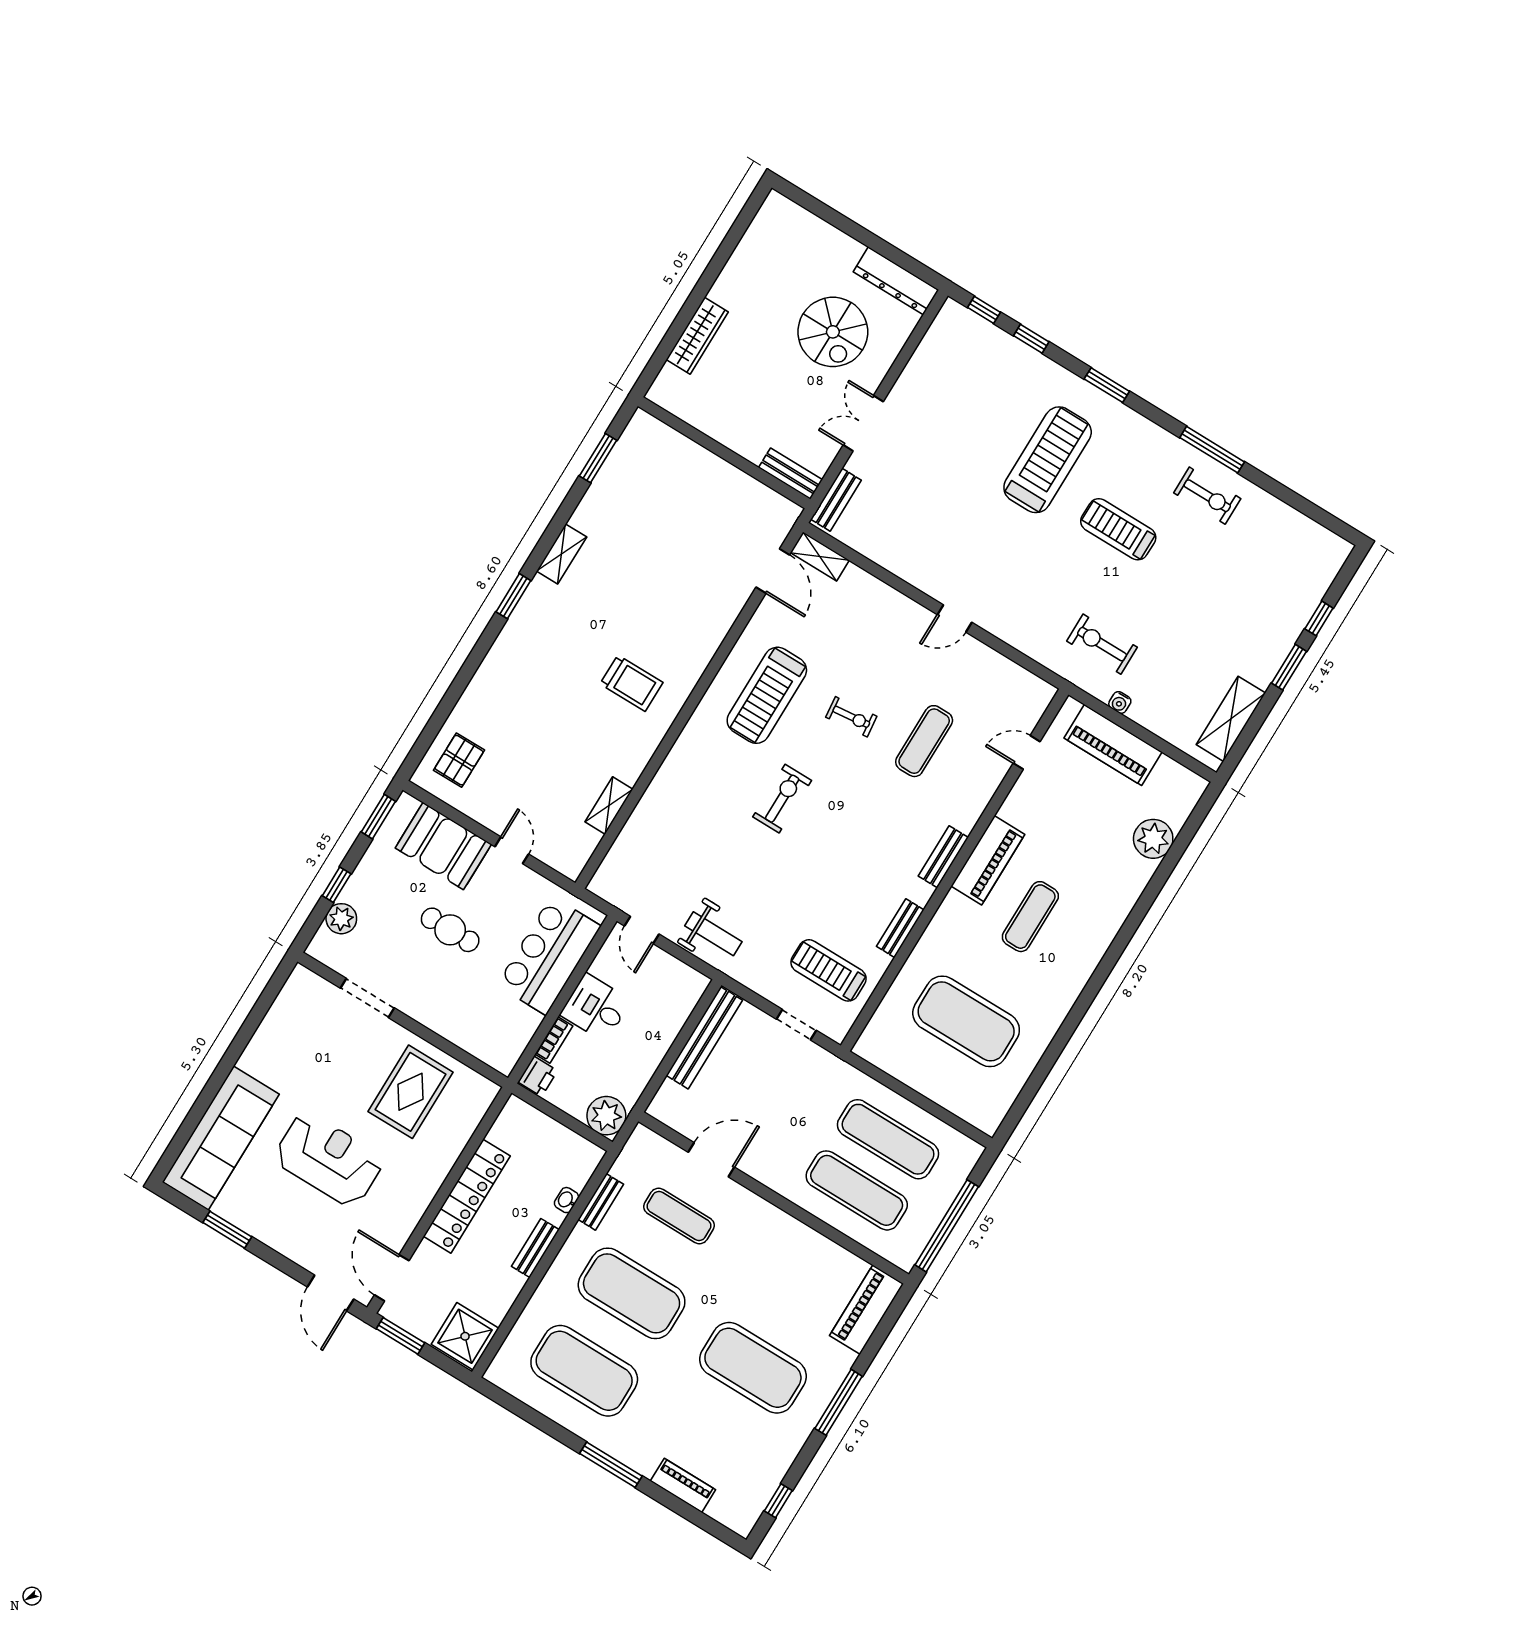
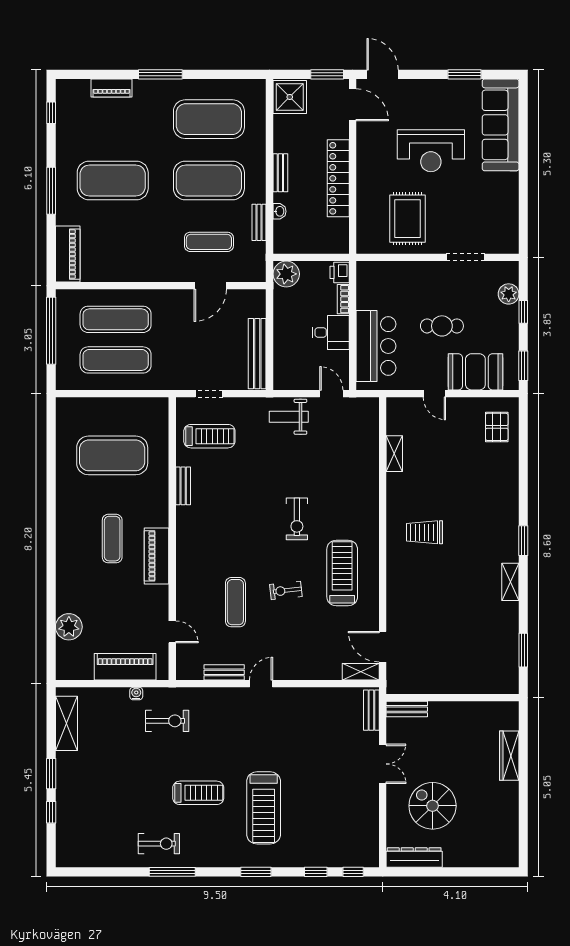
exercise bike: (1207, 496) -> (159, 844), turned 180
door: (1027, 752) -> (172, 632), hinge flipped
bench: (943, 857) -> (224, 672), moved, turned 90

